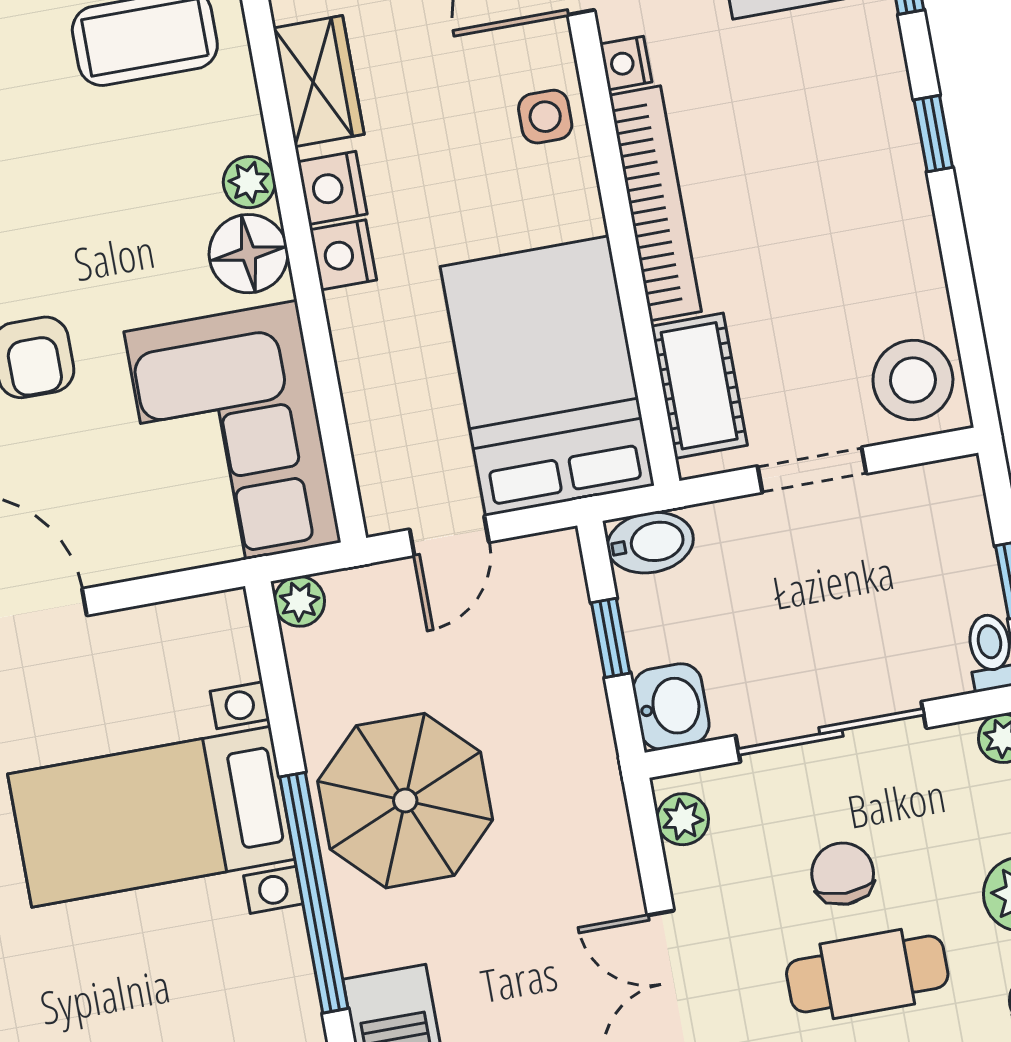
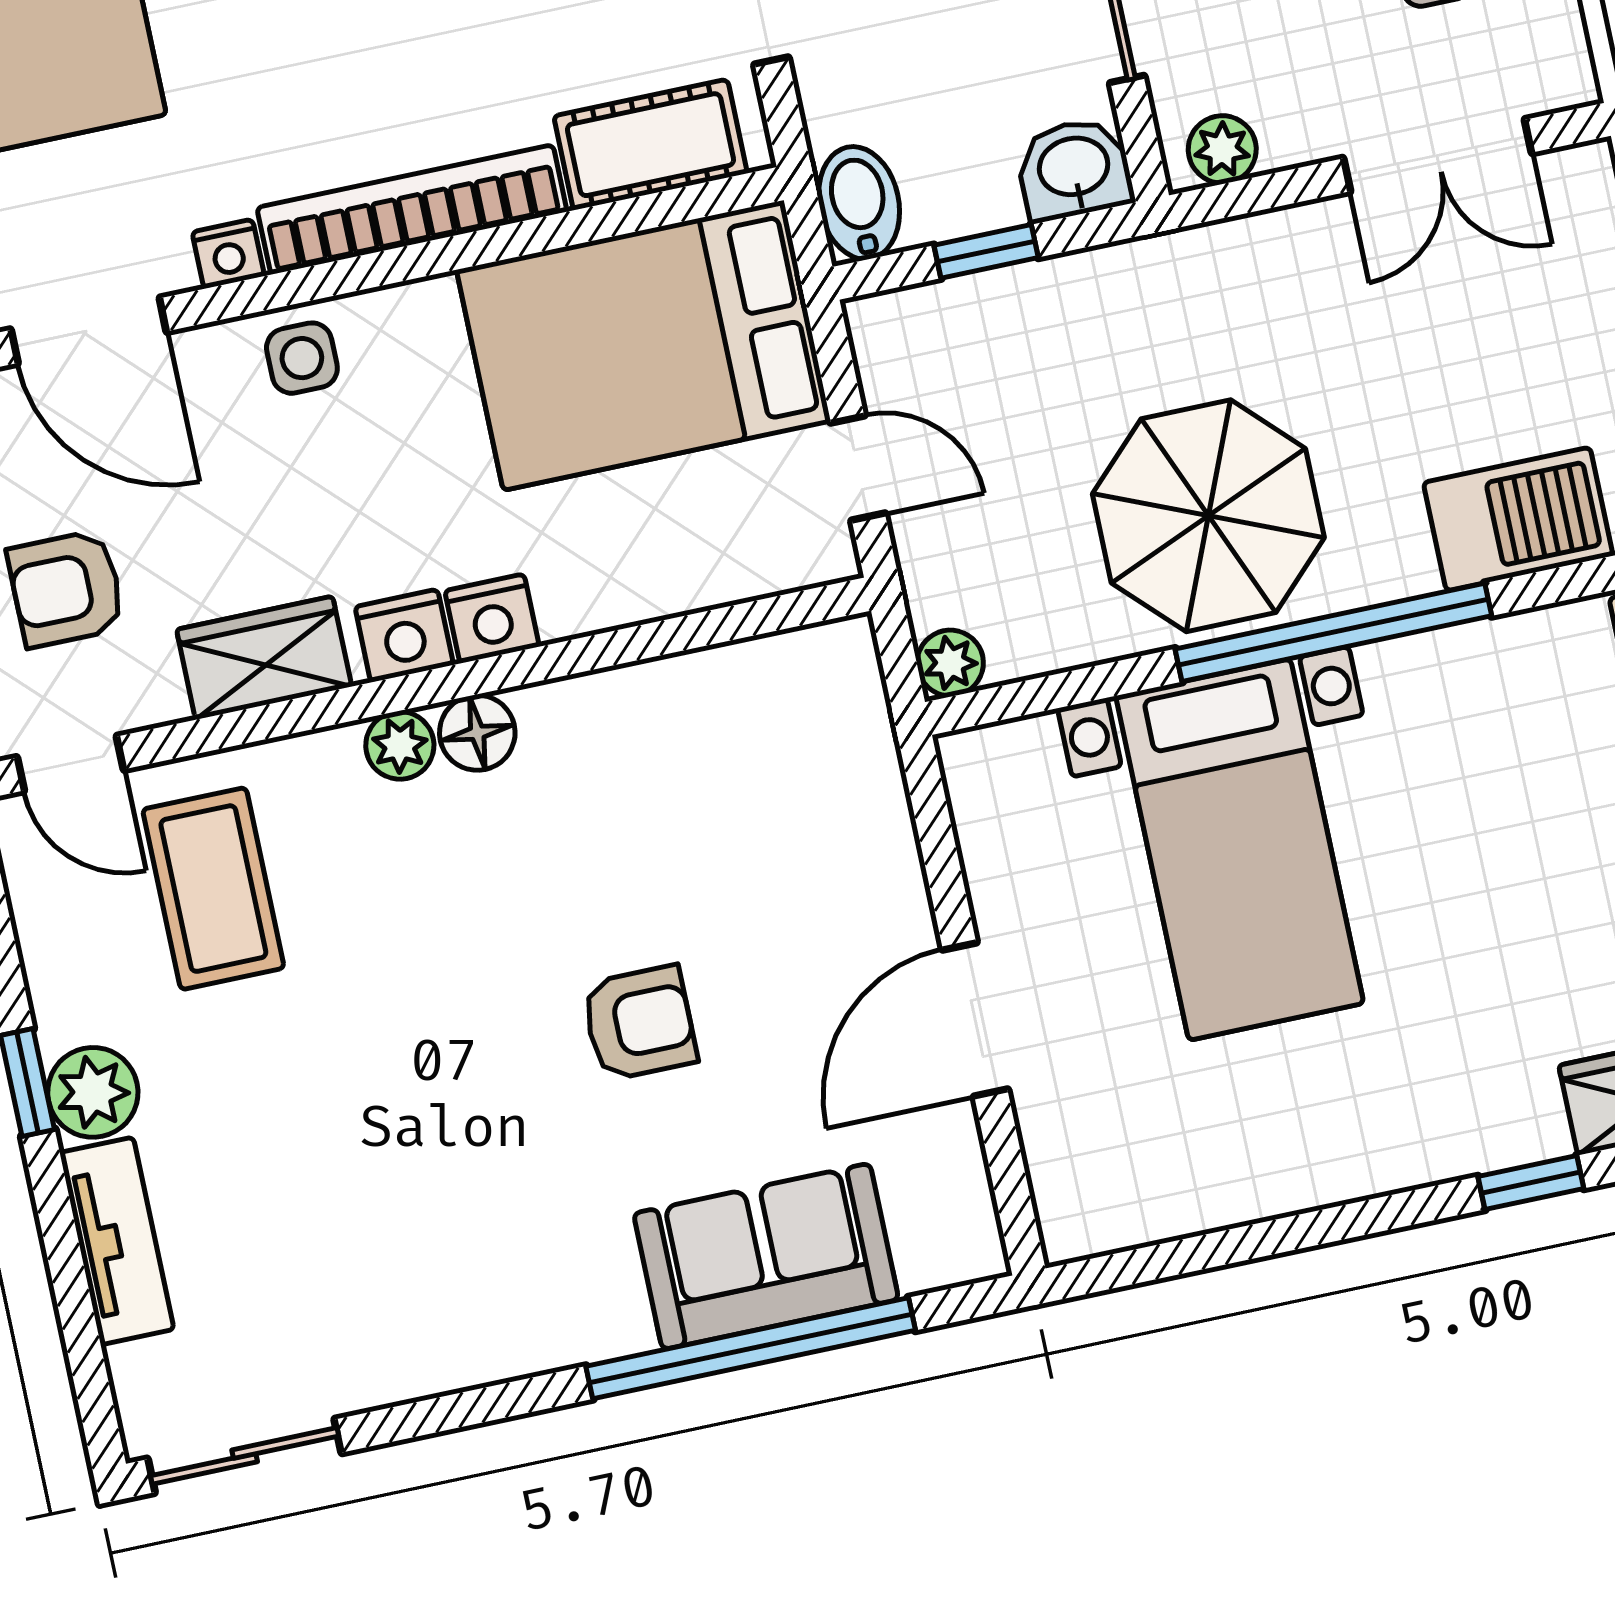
floor lamp: (248, 254) -> (477, 733), width x0.73, depth x0.73
corner sofa: (232, 437) -> (736, 758), removed

